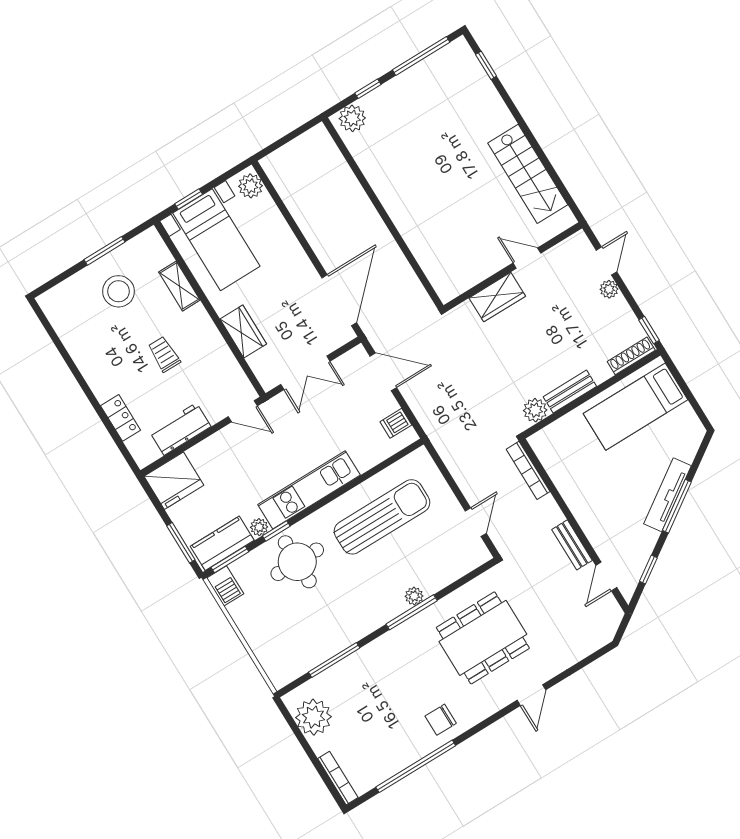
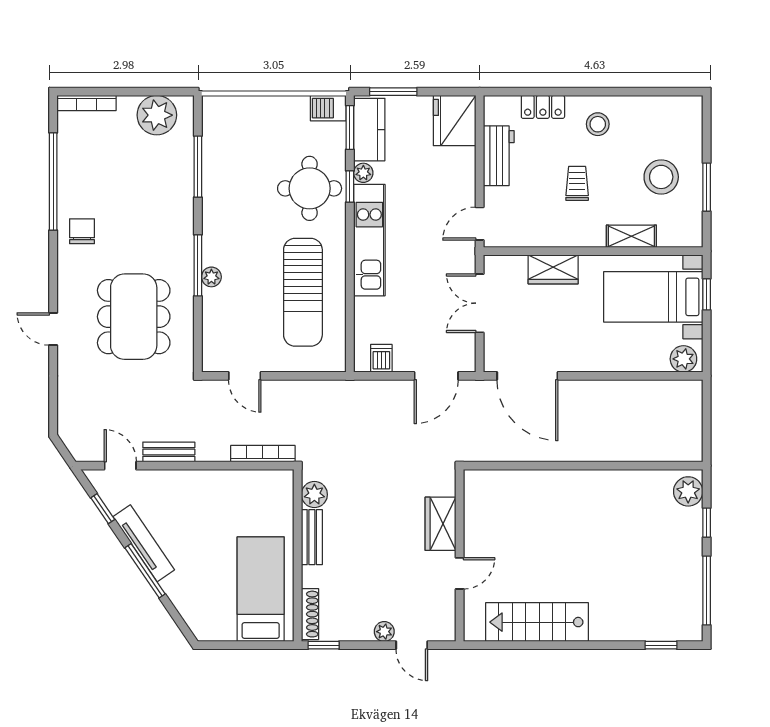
trolley: (164, 354) -> (577, 183), turned -90
stool: (108, 367) -> (598, 124), added
tv unit: (667, 495) -> (144, 543), moved

